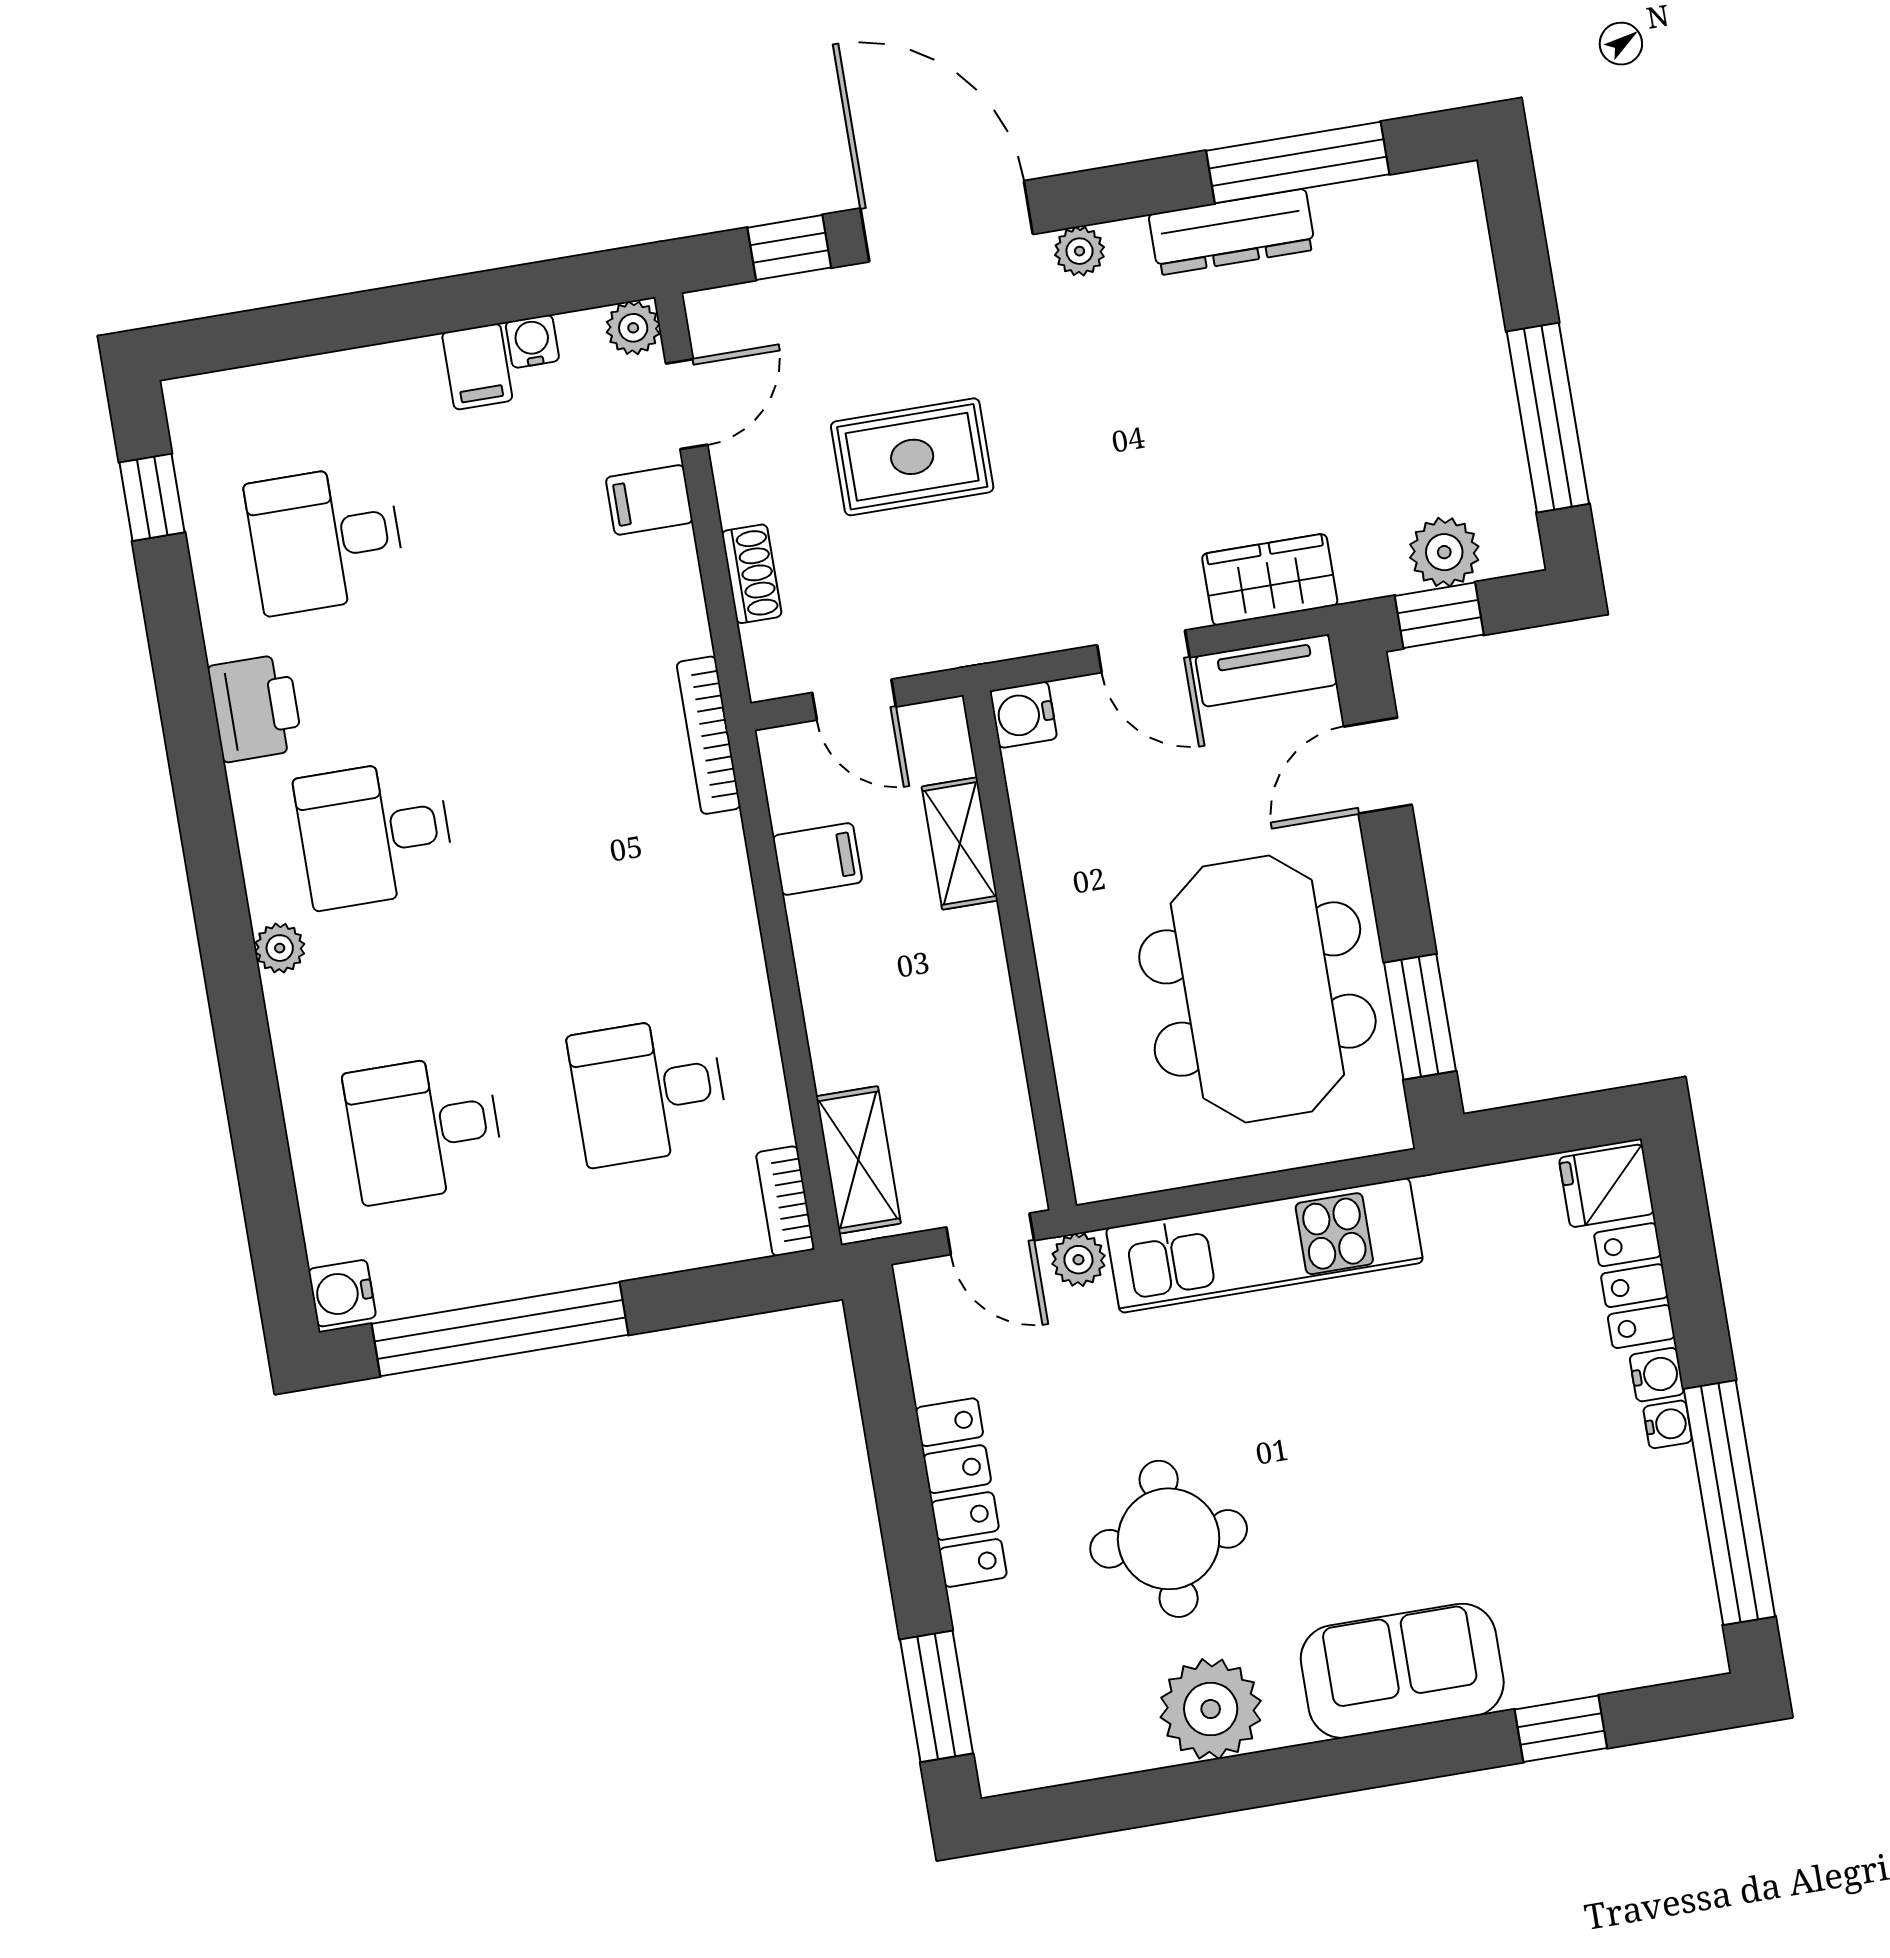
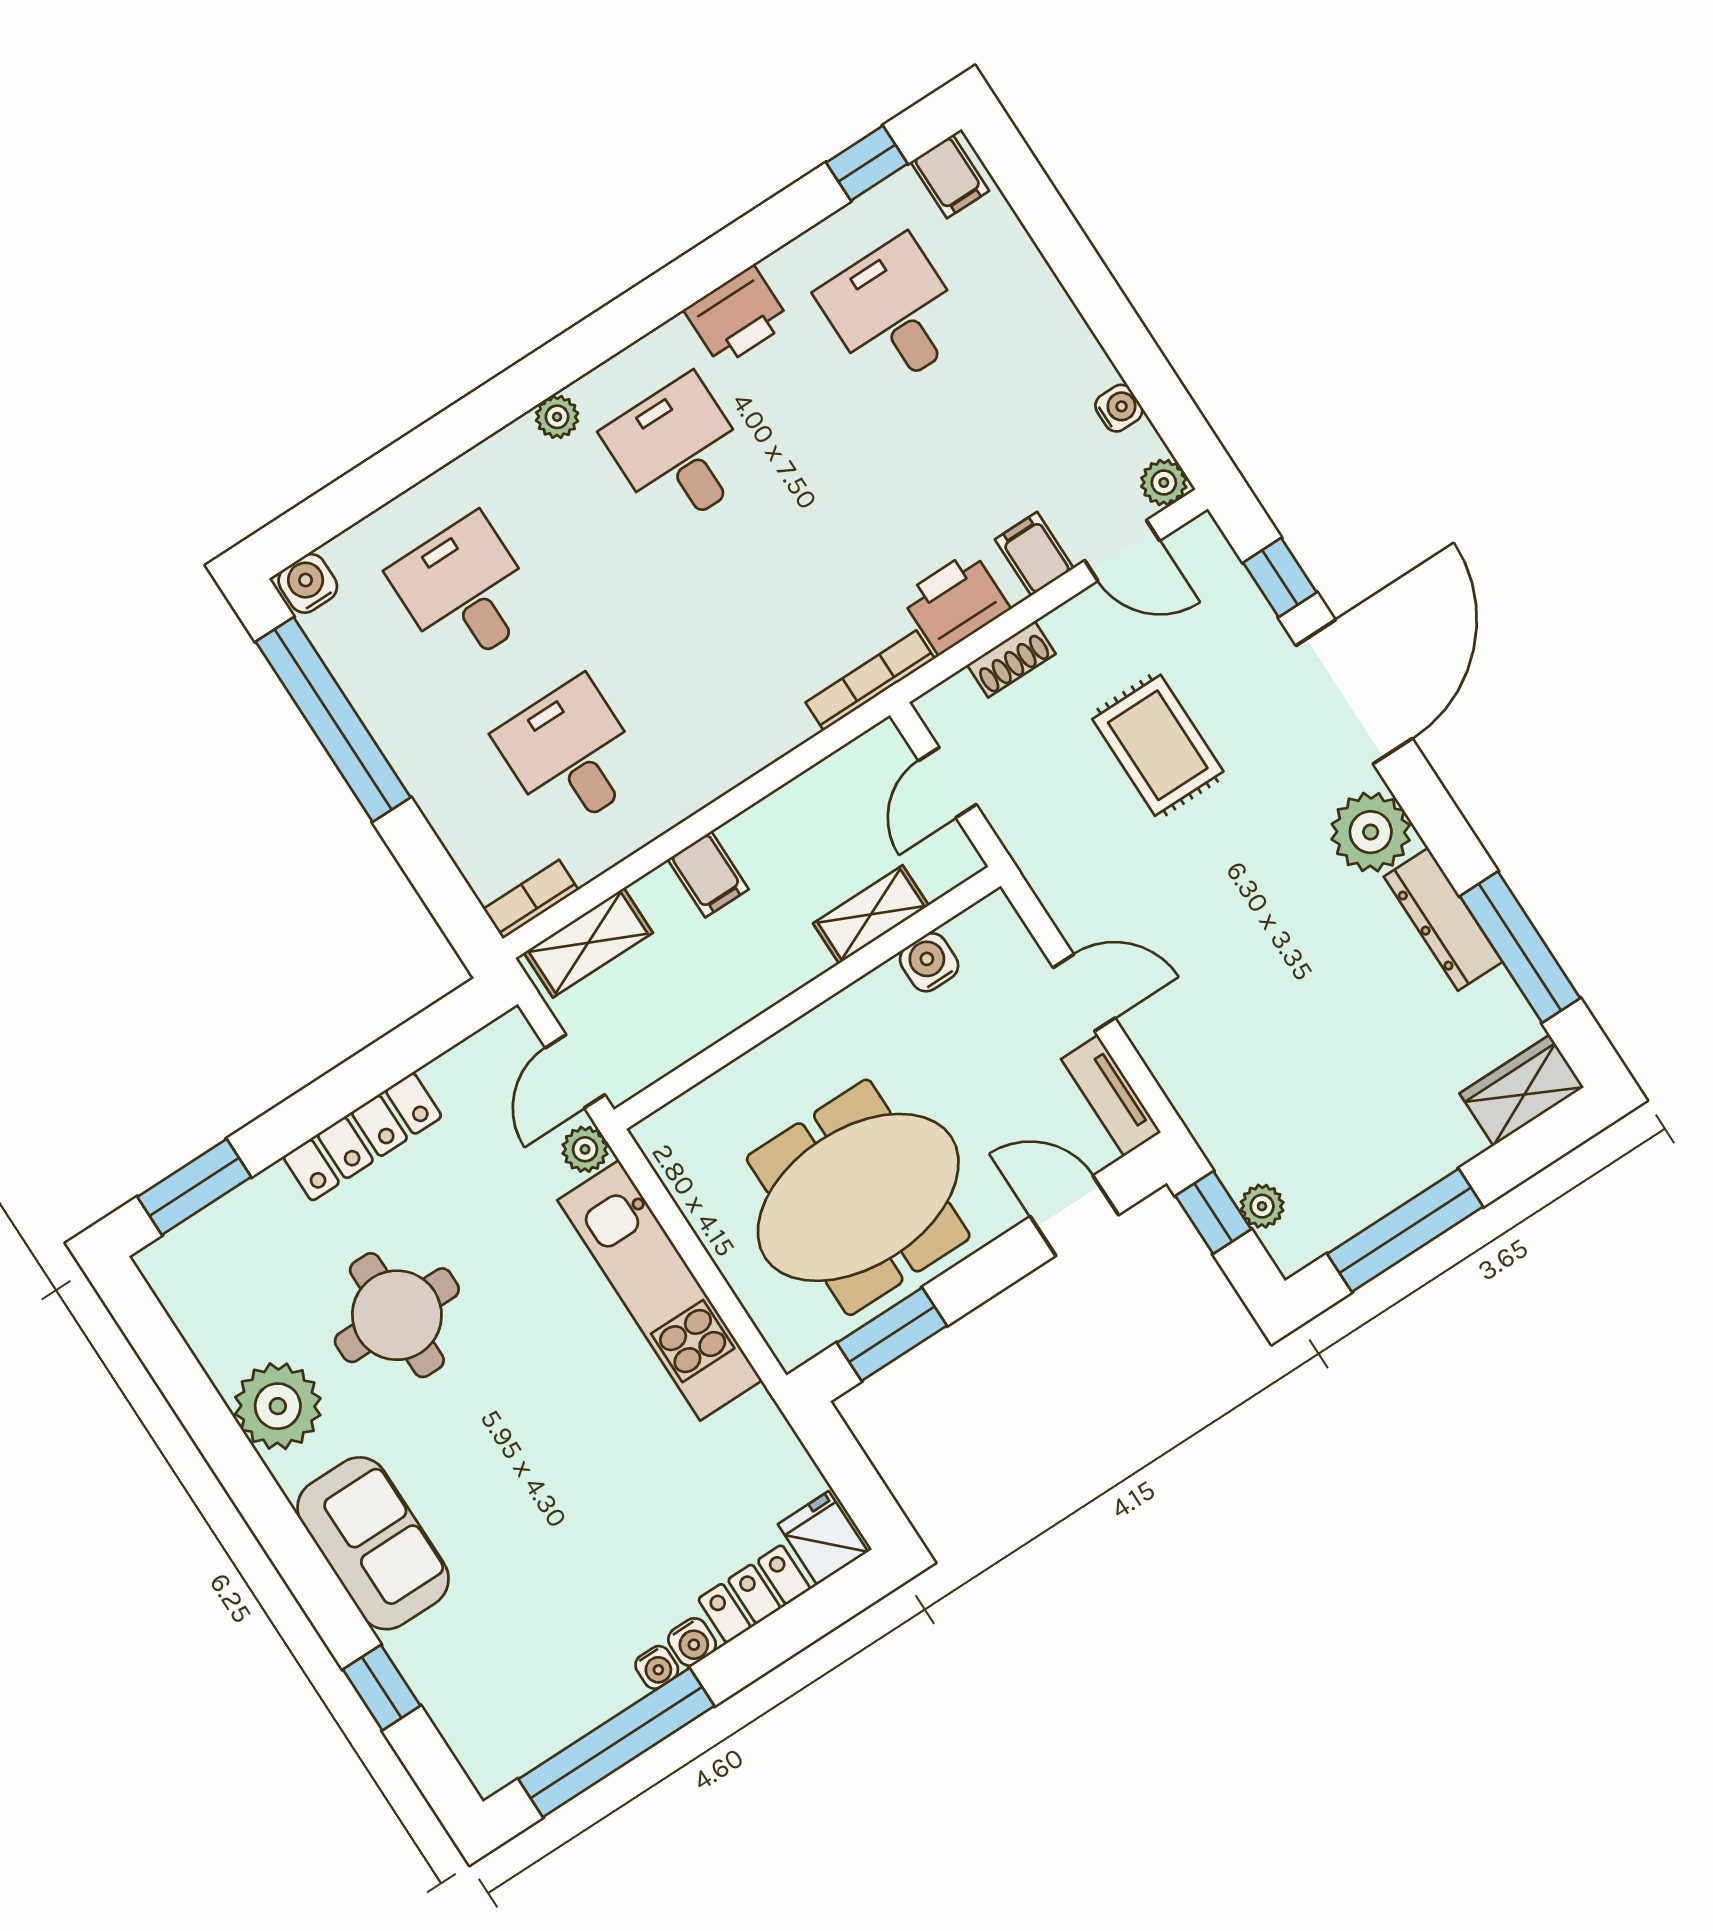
plant: (1080, 251) -> (1371, 832), width x1.87, depth x1.87
filing cabinet: (477, 367) -> (950, 176), moved, turned -90
plant: (1444, 552) -> (1262, 1206), width x0.73, depth x0.73
wardrobe: (1270, 580) -> (1522, 1090), moved, turned -90
printer: (665, 607) -> (955, 603), added
door: (1143, 651) -> (1084, 993), swing flipped
water cooler: (1023, 715) -> (929, 962), moved
filing cabinet: (817, 859) -> (708, 874), moved

